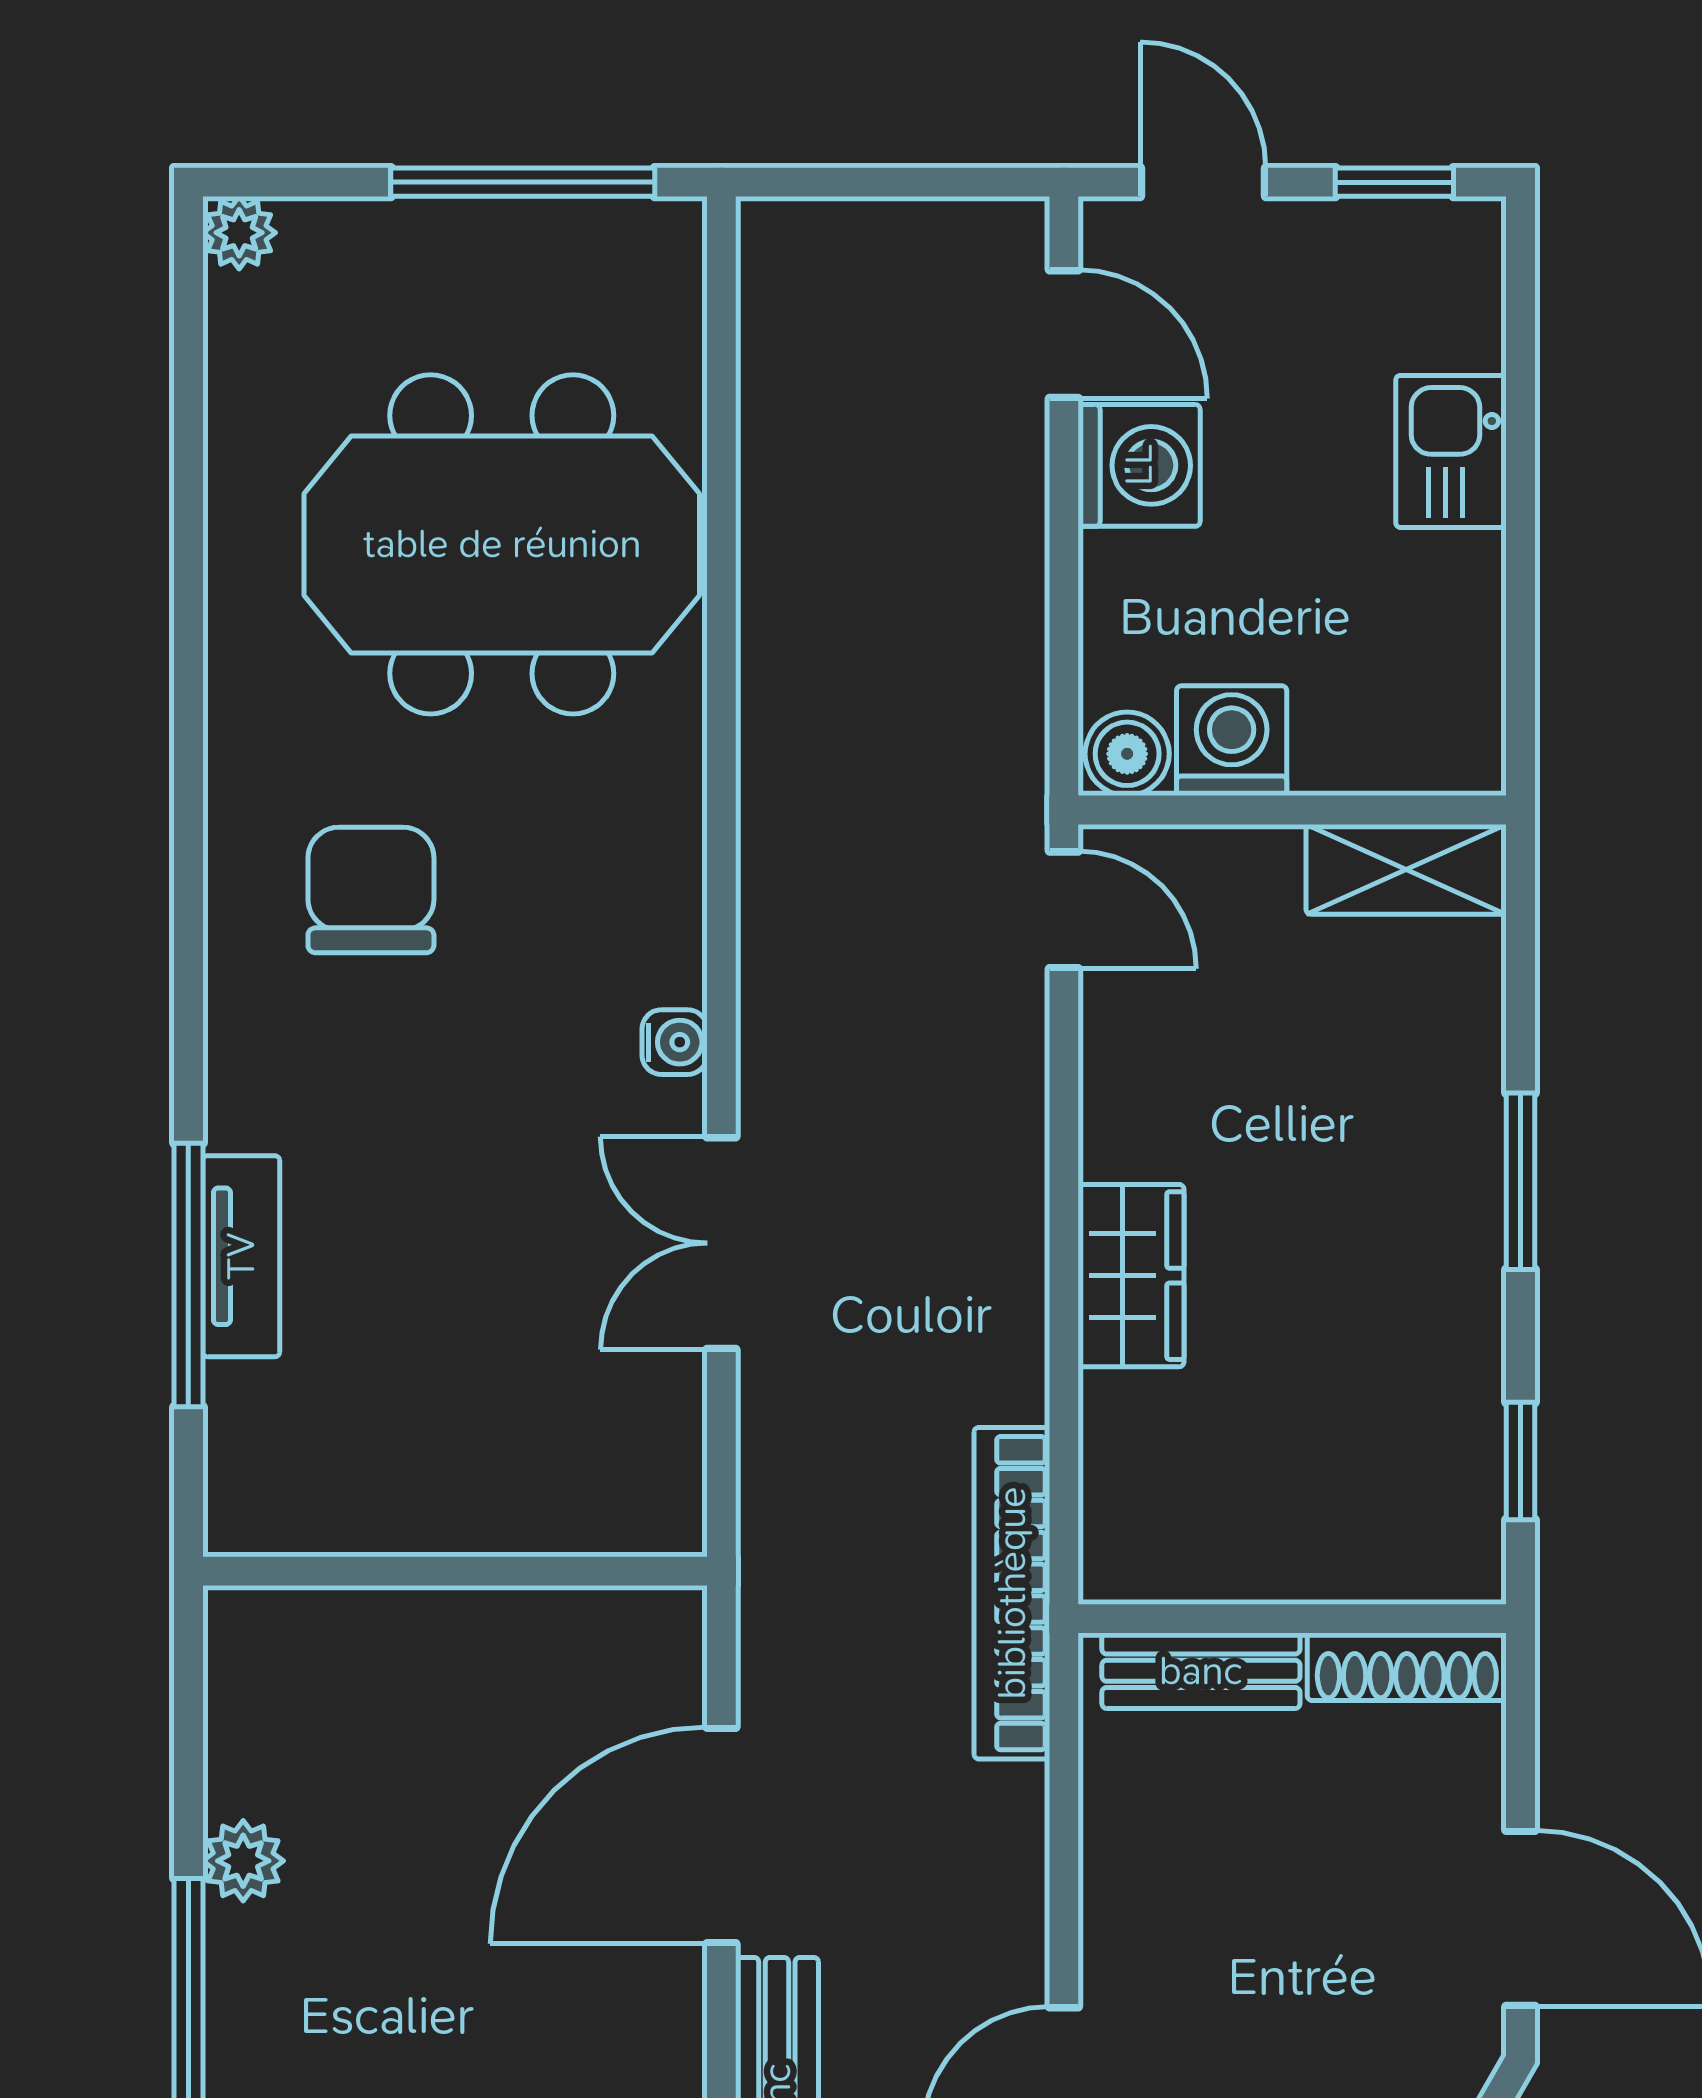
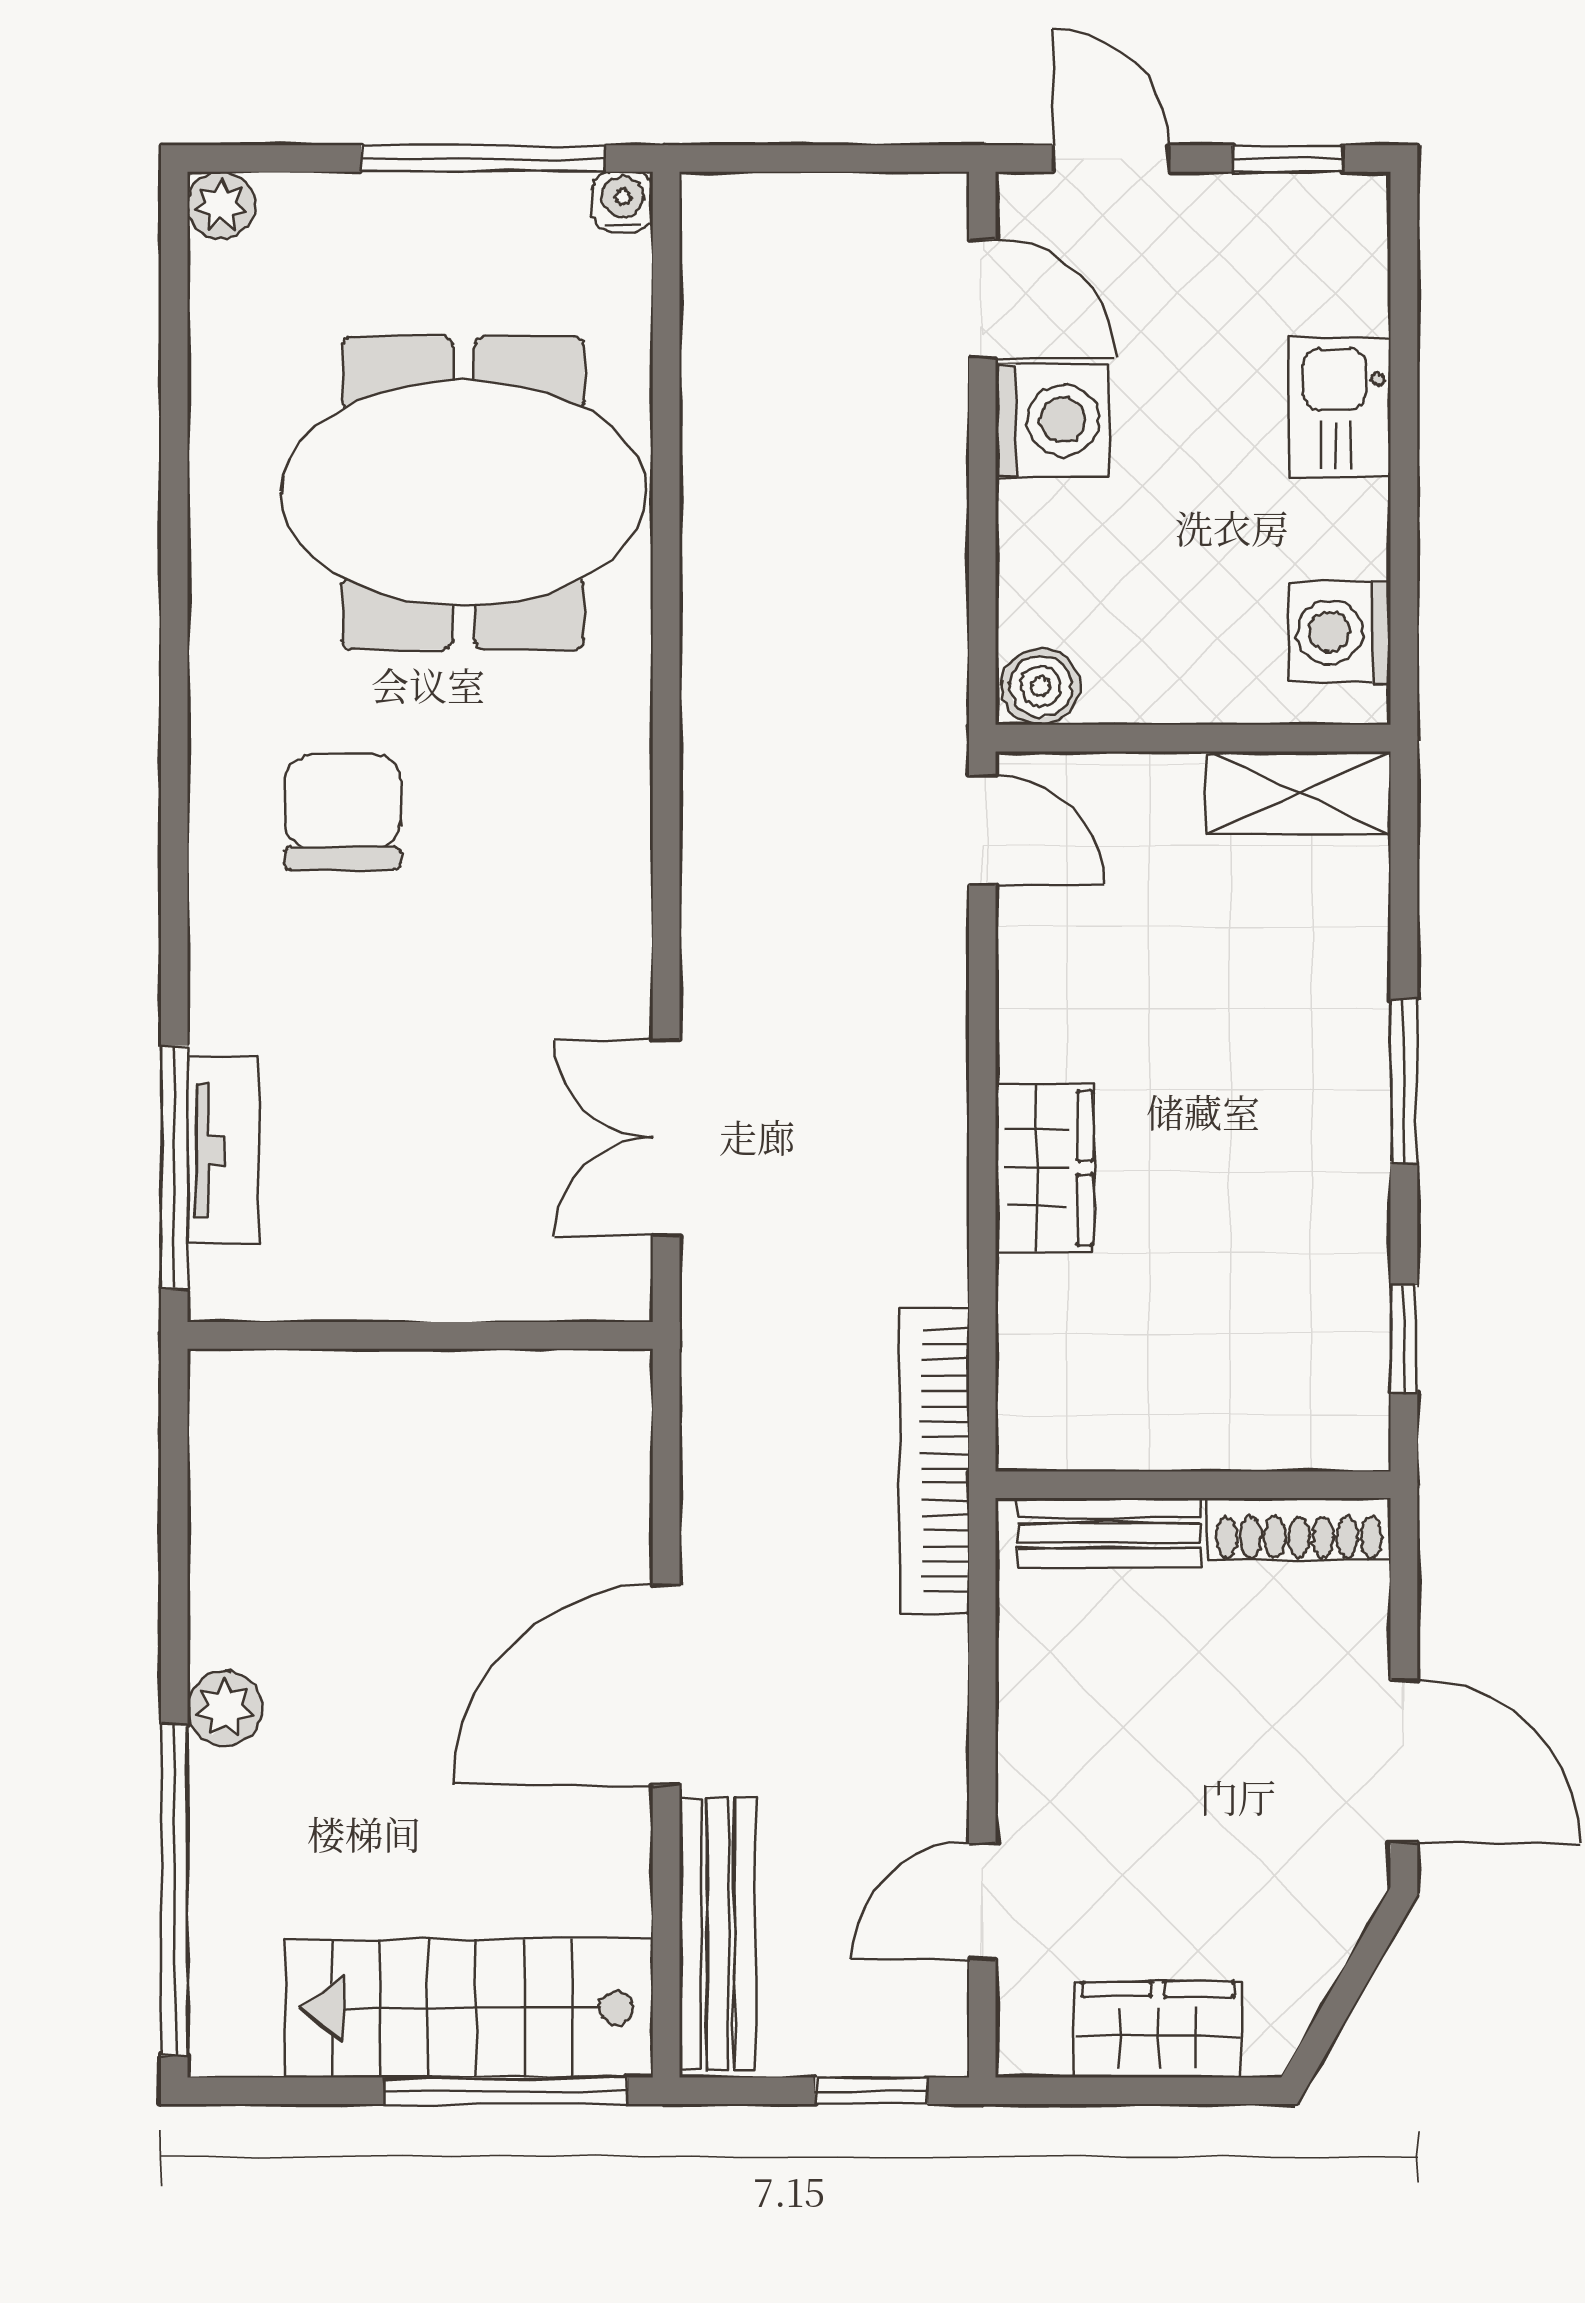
washing machine: (1232, 741) -> (1340, 632), moved, turned -90
water cooler: (675, 1042) -> (623, 202), moved, turned -90
wall: (455, 1571) -> (420, 1335), moved

